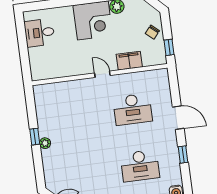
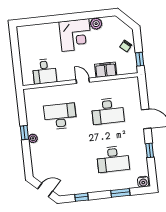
desk: (39, 33) -> (44, 71), moved, turned -90
desk: (77, 117) -> (60, 116), added

